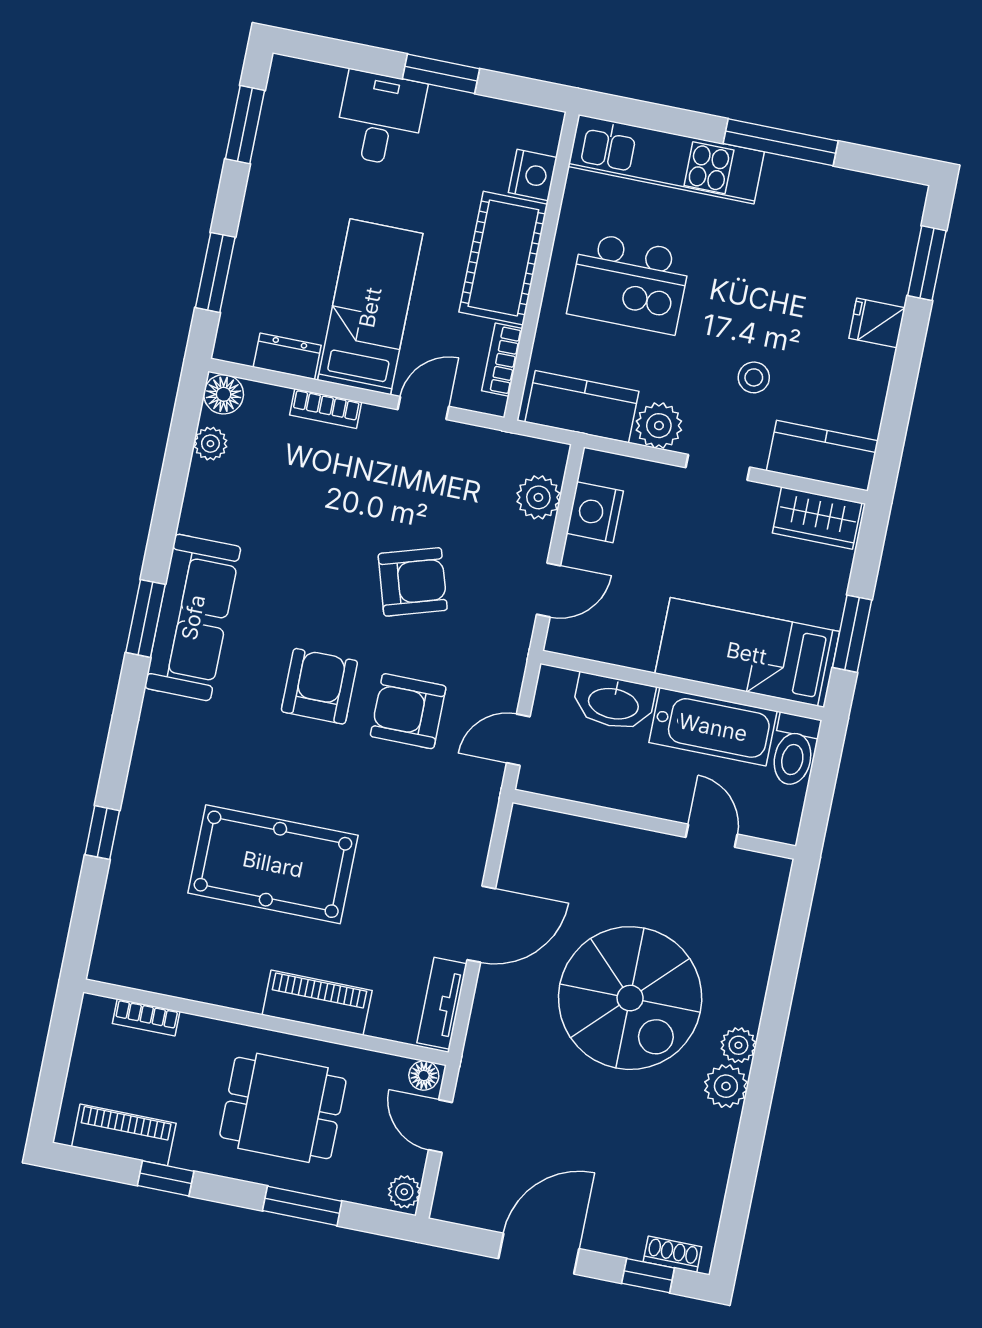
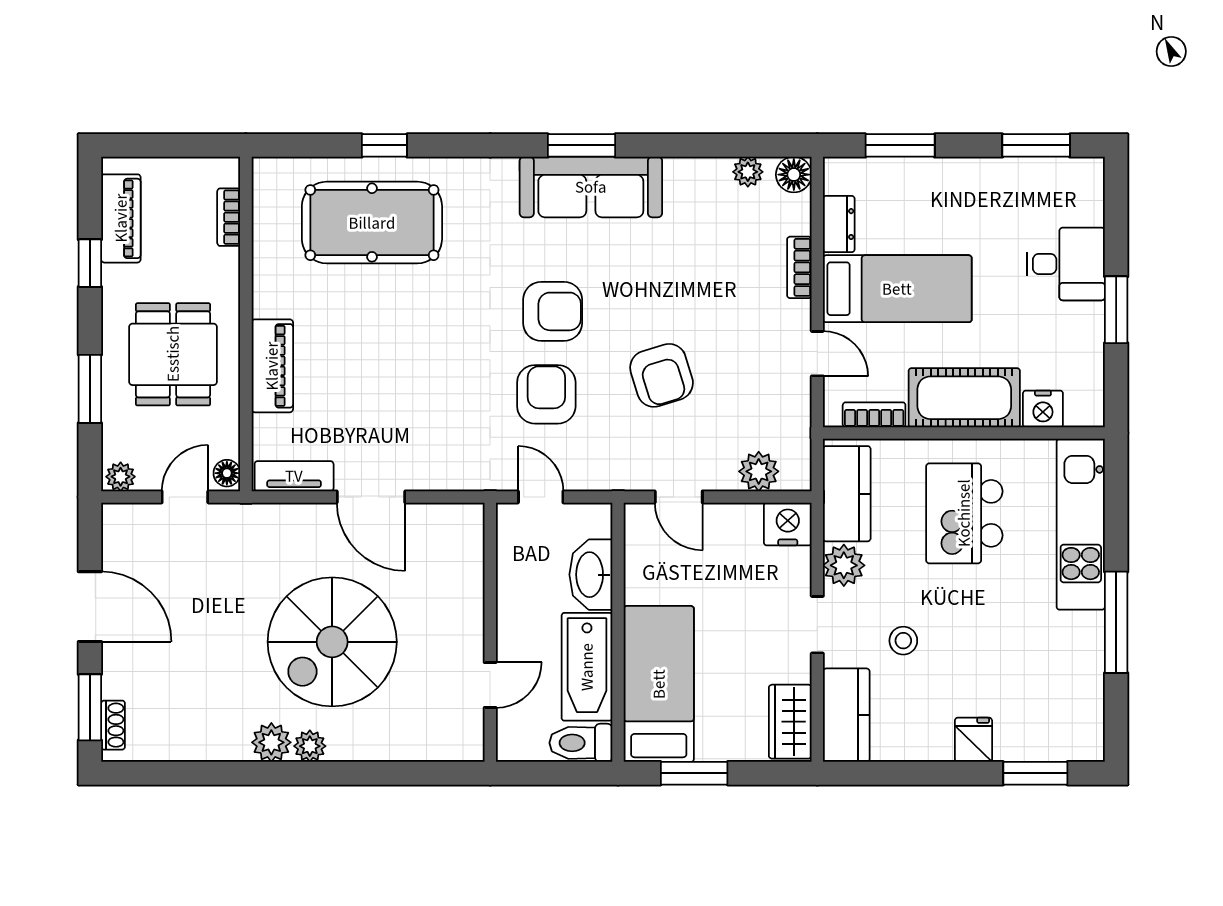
nightstand: (595, 512) -> (788, 524), moved
pool table: (273, 864) -> (372, 223), moved, turned 90
window: (648, 1276) -> (90, 707), width x1.50

